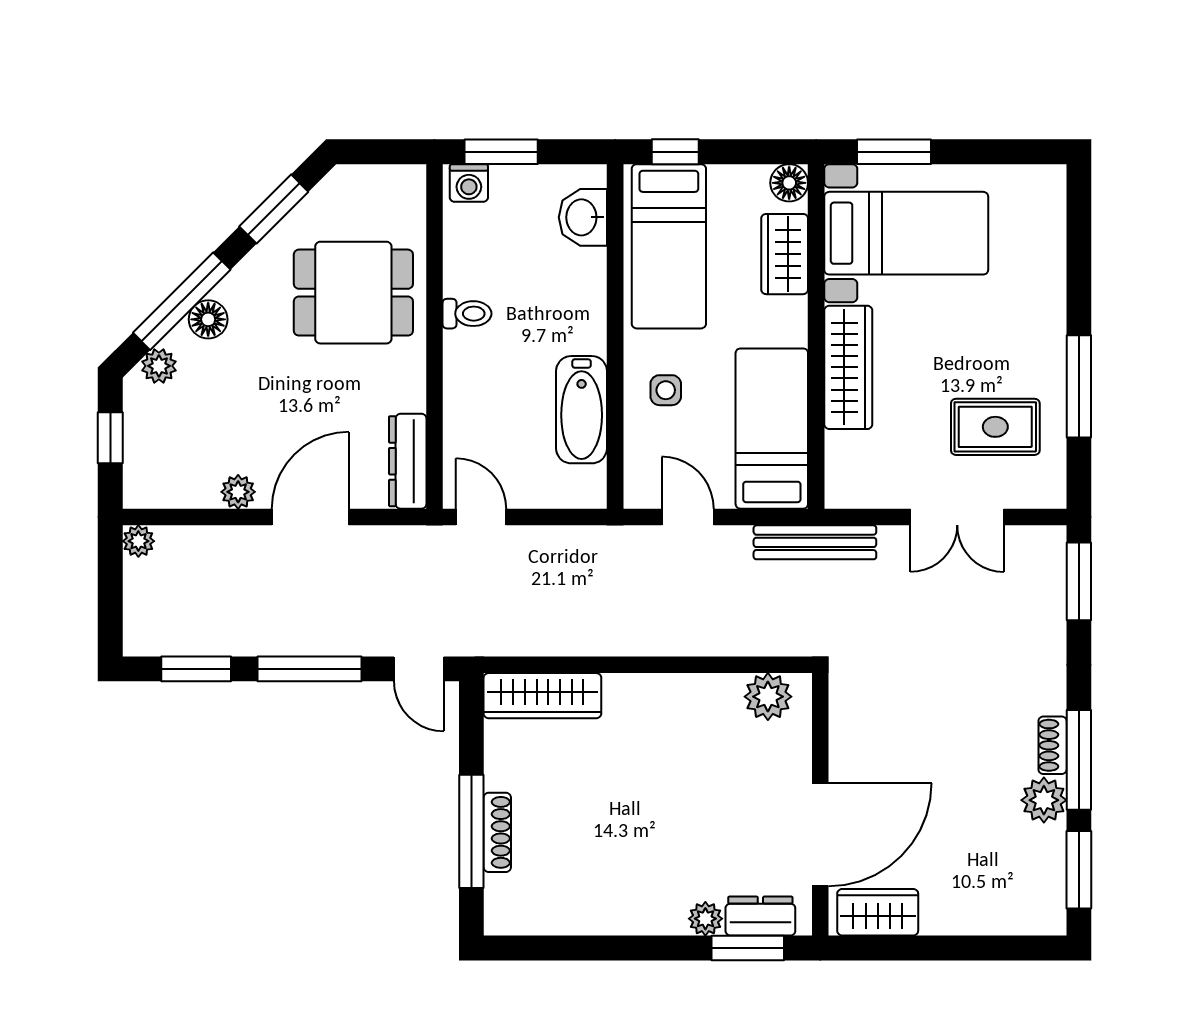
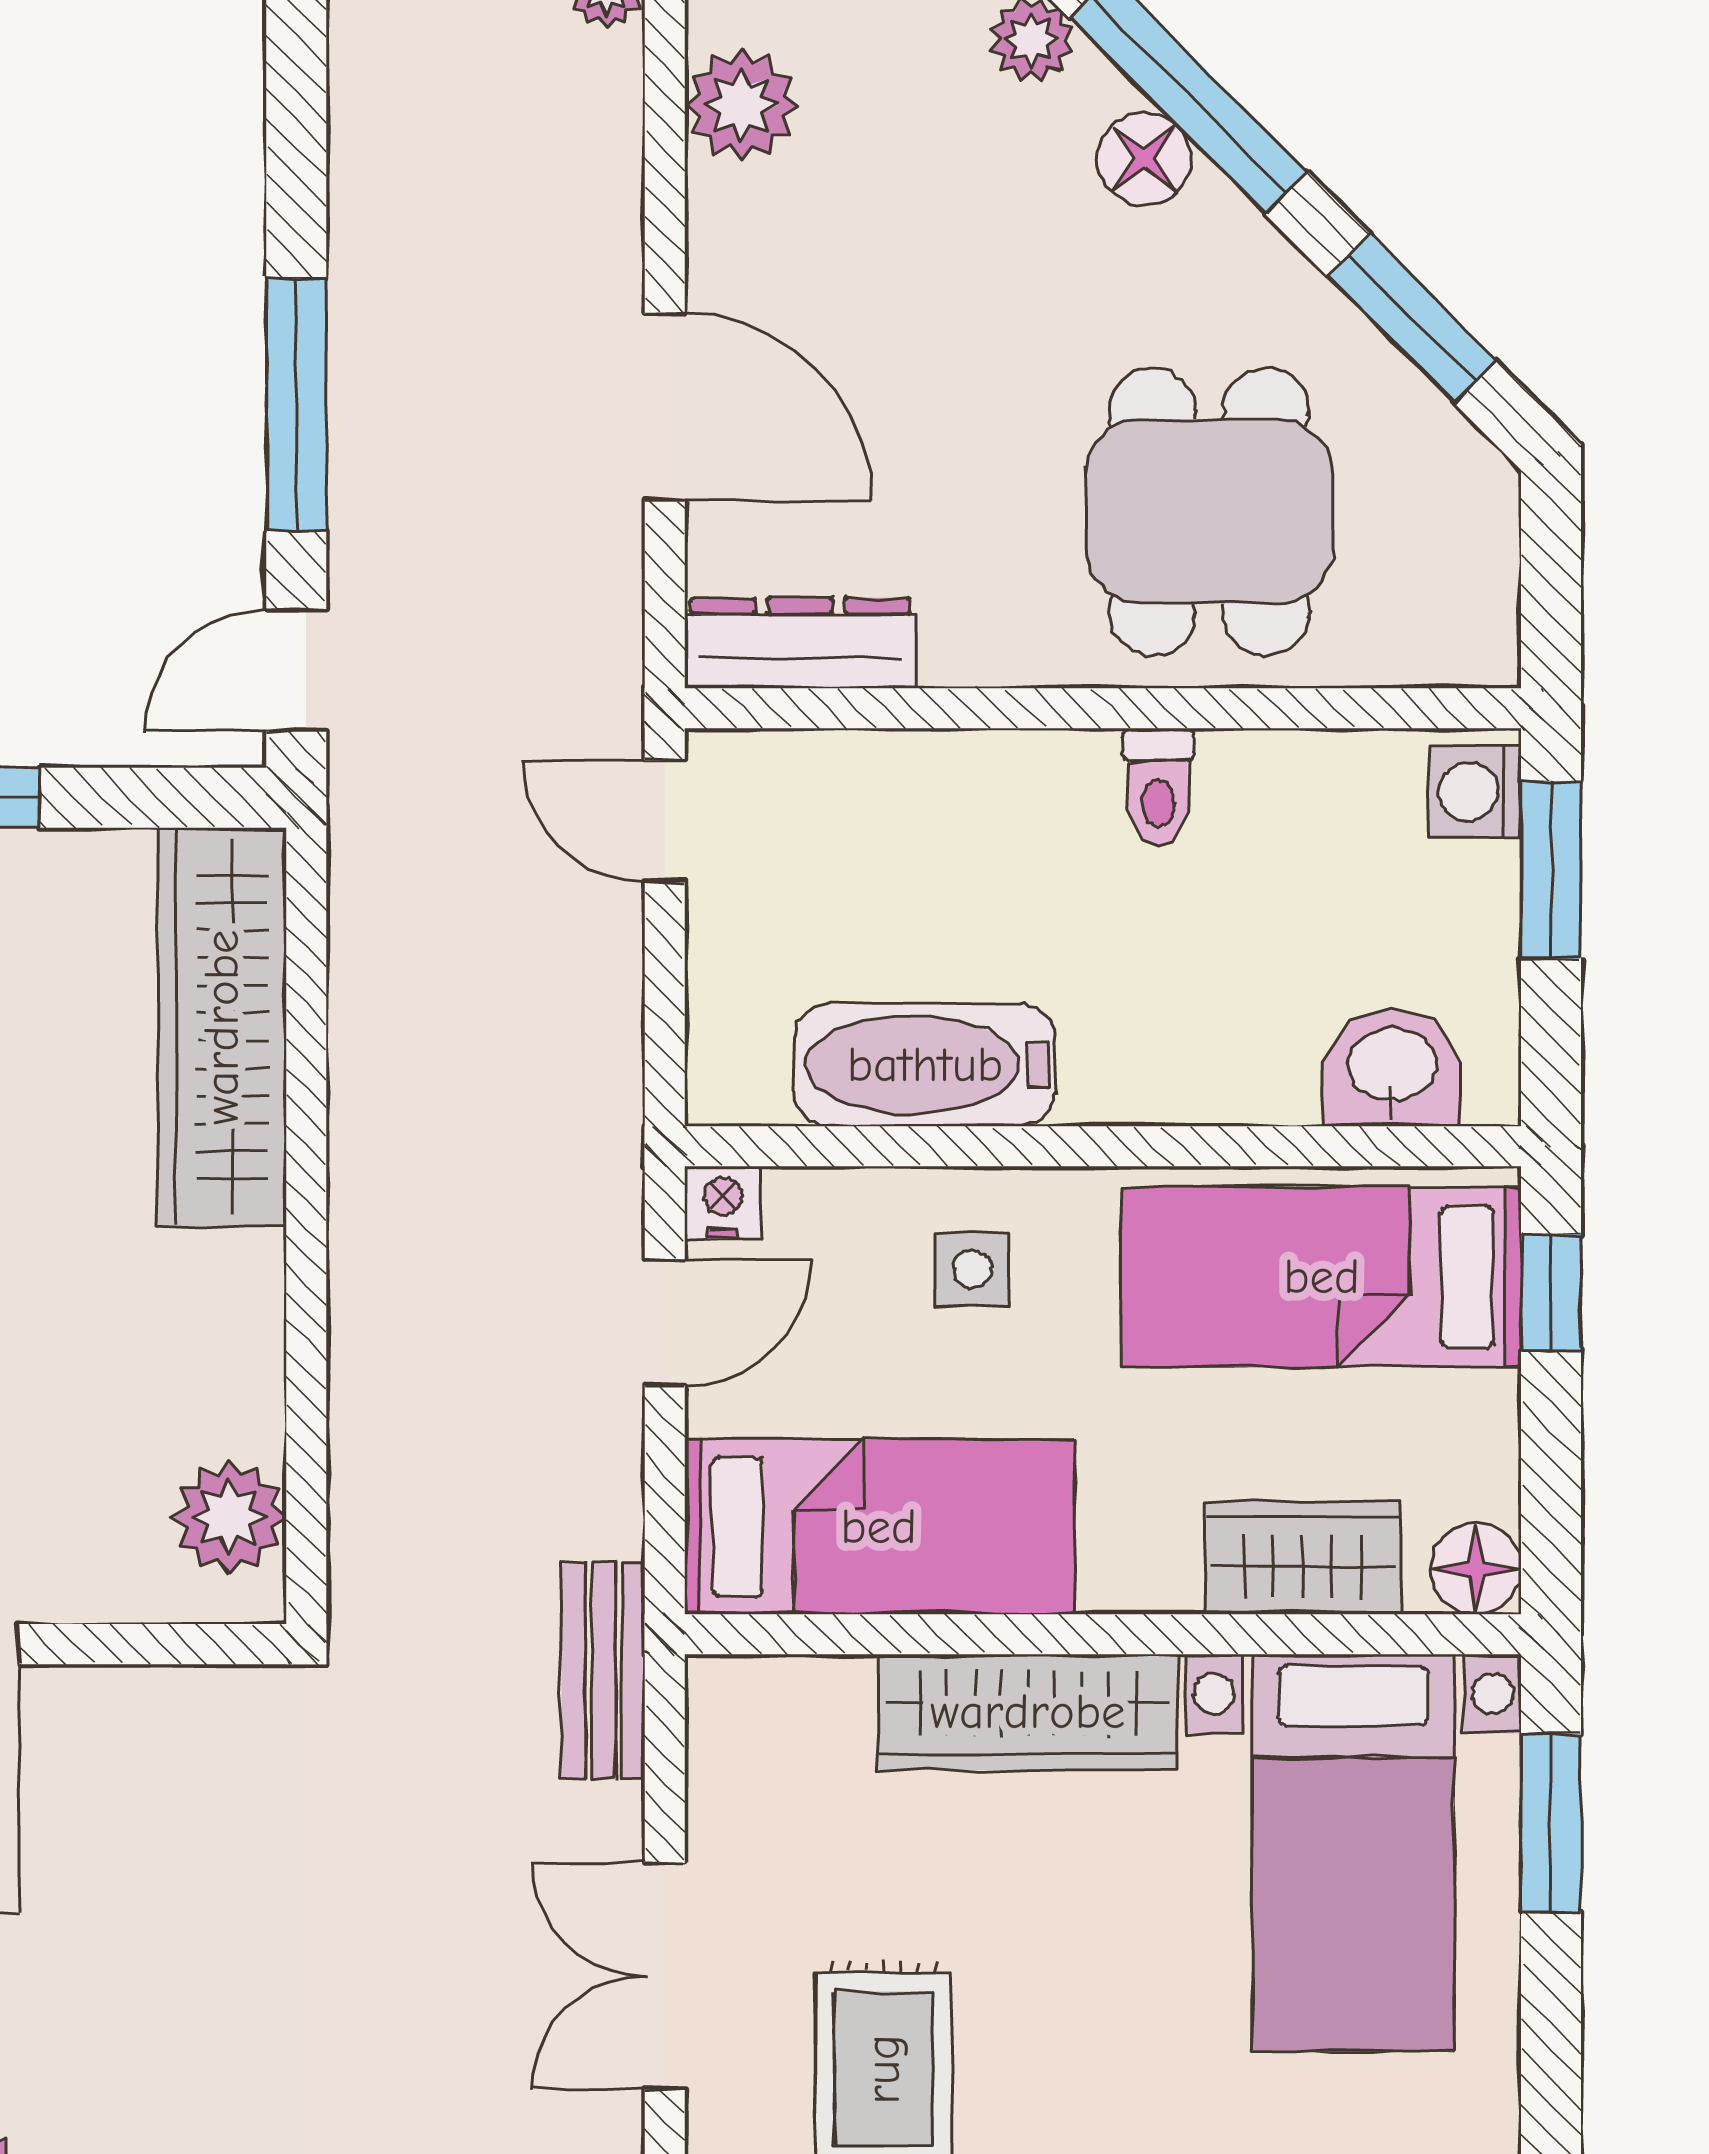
plant: (238, 492) -> (741, 105), moved, width x1.38, depth x1.38
nightstand: (638, 493) -> (723, 1202), added
door: (481, 517) -> (665, 821), swing flipped
bench: (815, 542) -> (603, 1671), width x0.73
window: (196, 669) -> (296, 130), removed
wardrobe: (542, 696) -> (222, 1027), width x1.40, depth x1.17

